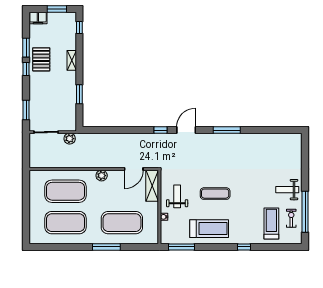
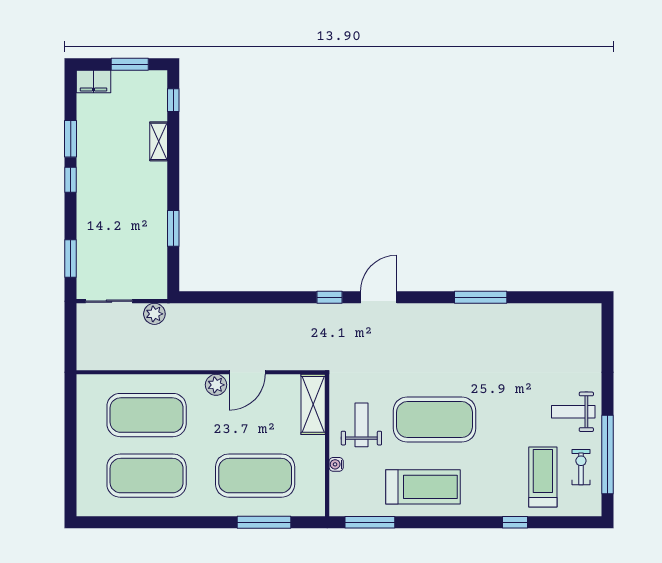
pallet: (41, 59) -> (100, 161), removed
shelving: (72, 60) -> (159, 141), moved
window: (227, 130) -> (481, 297), moved
door: (134, 169) -> (247, 372), moved
exercise mat: (215, 194) -> (434, 420), width x2.00, depth x1.45
window: (106, 247) -> (264, 522), moved
window: (244, 247) -> (515, 522), moved

